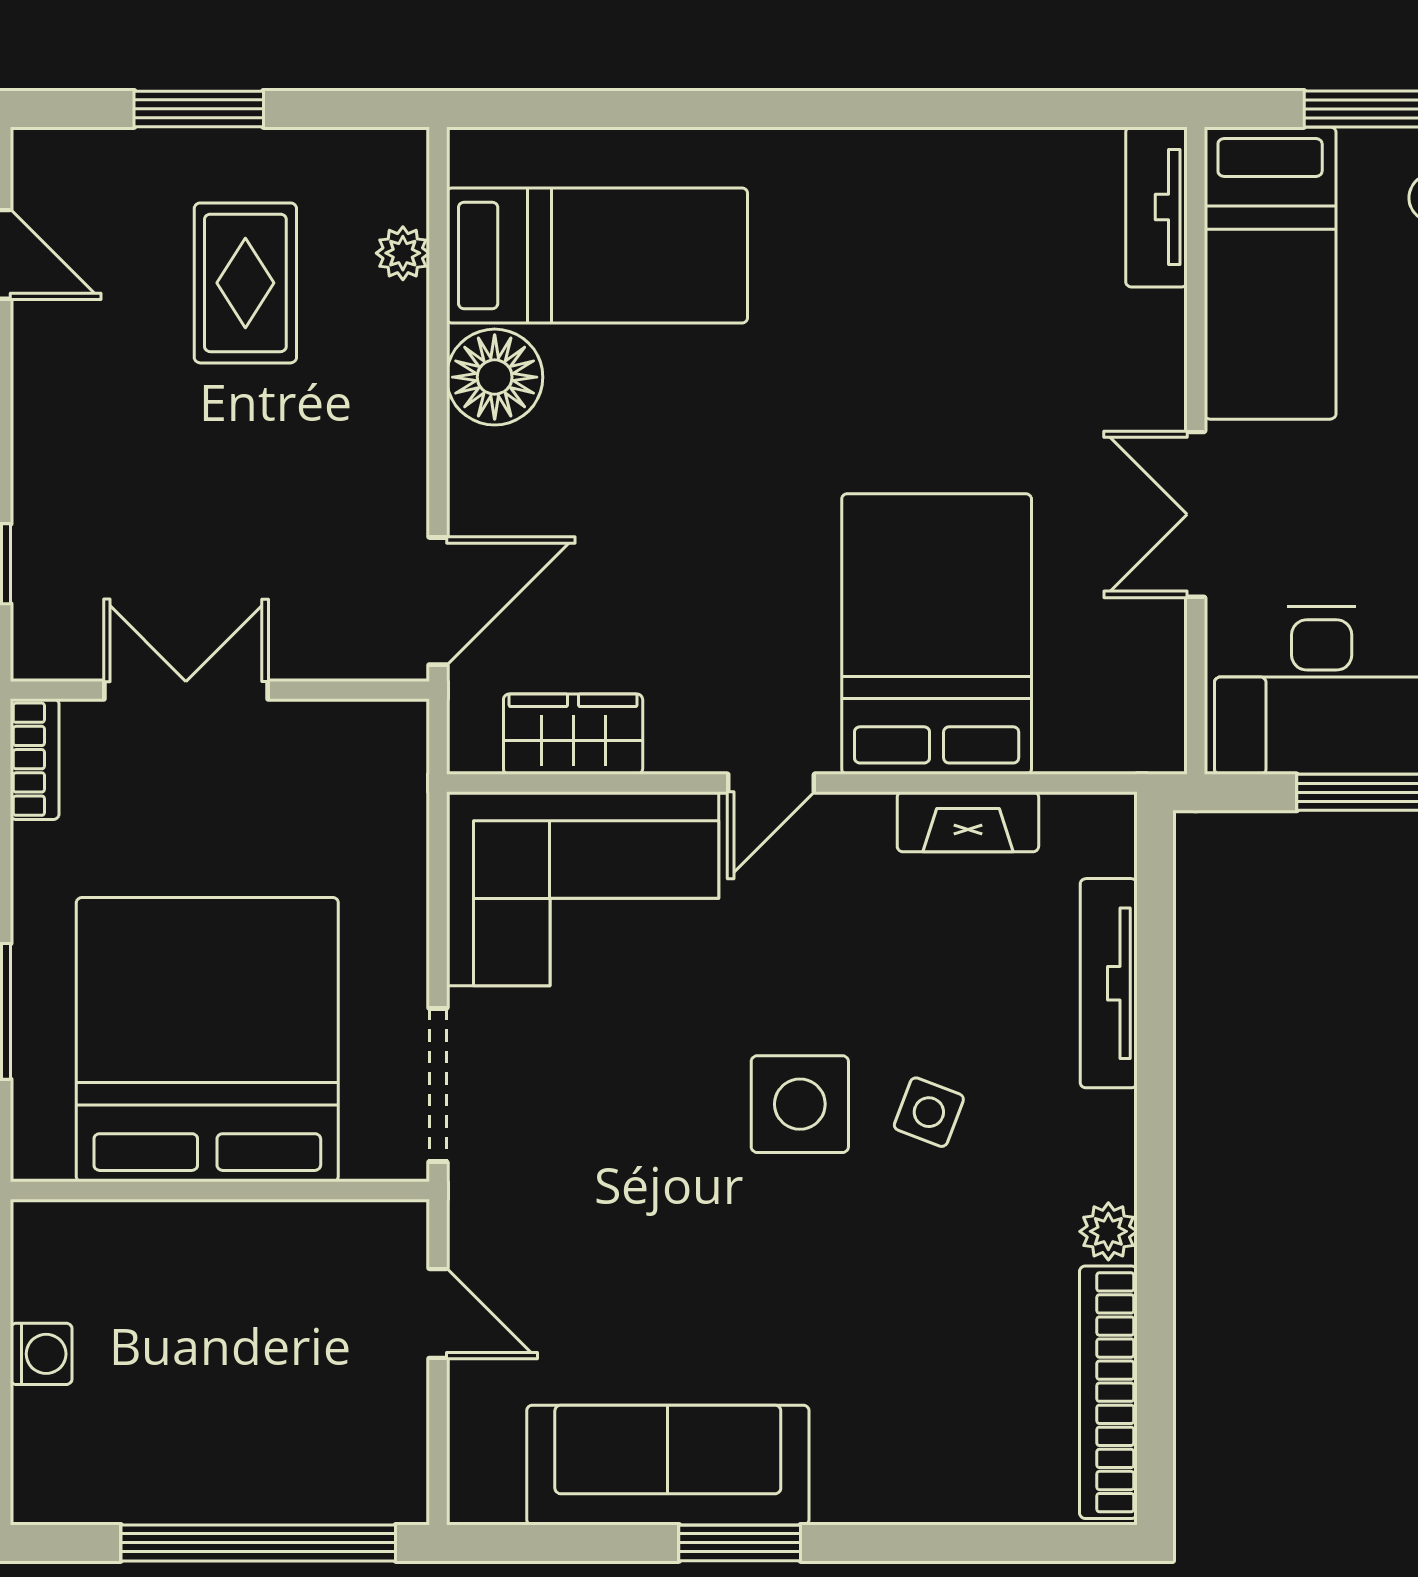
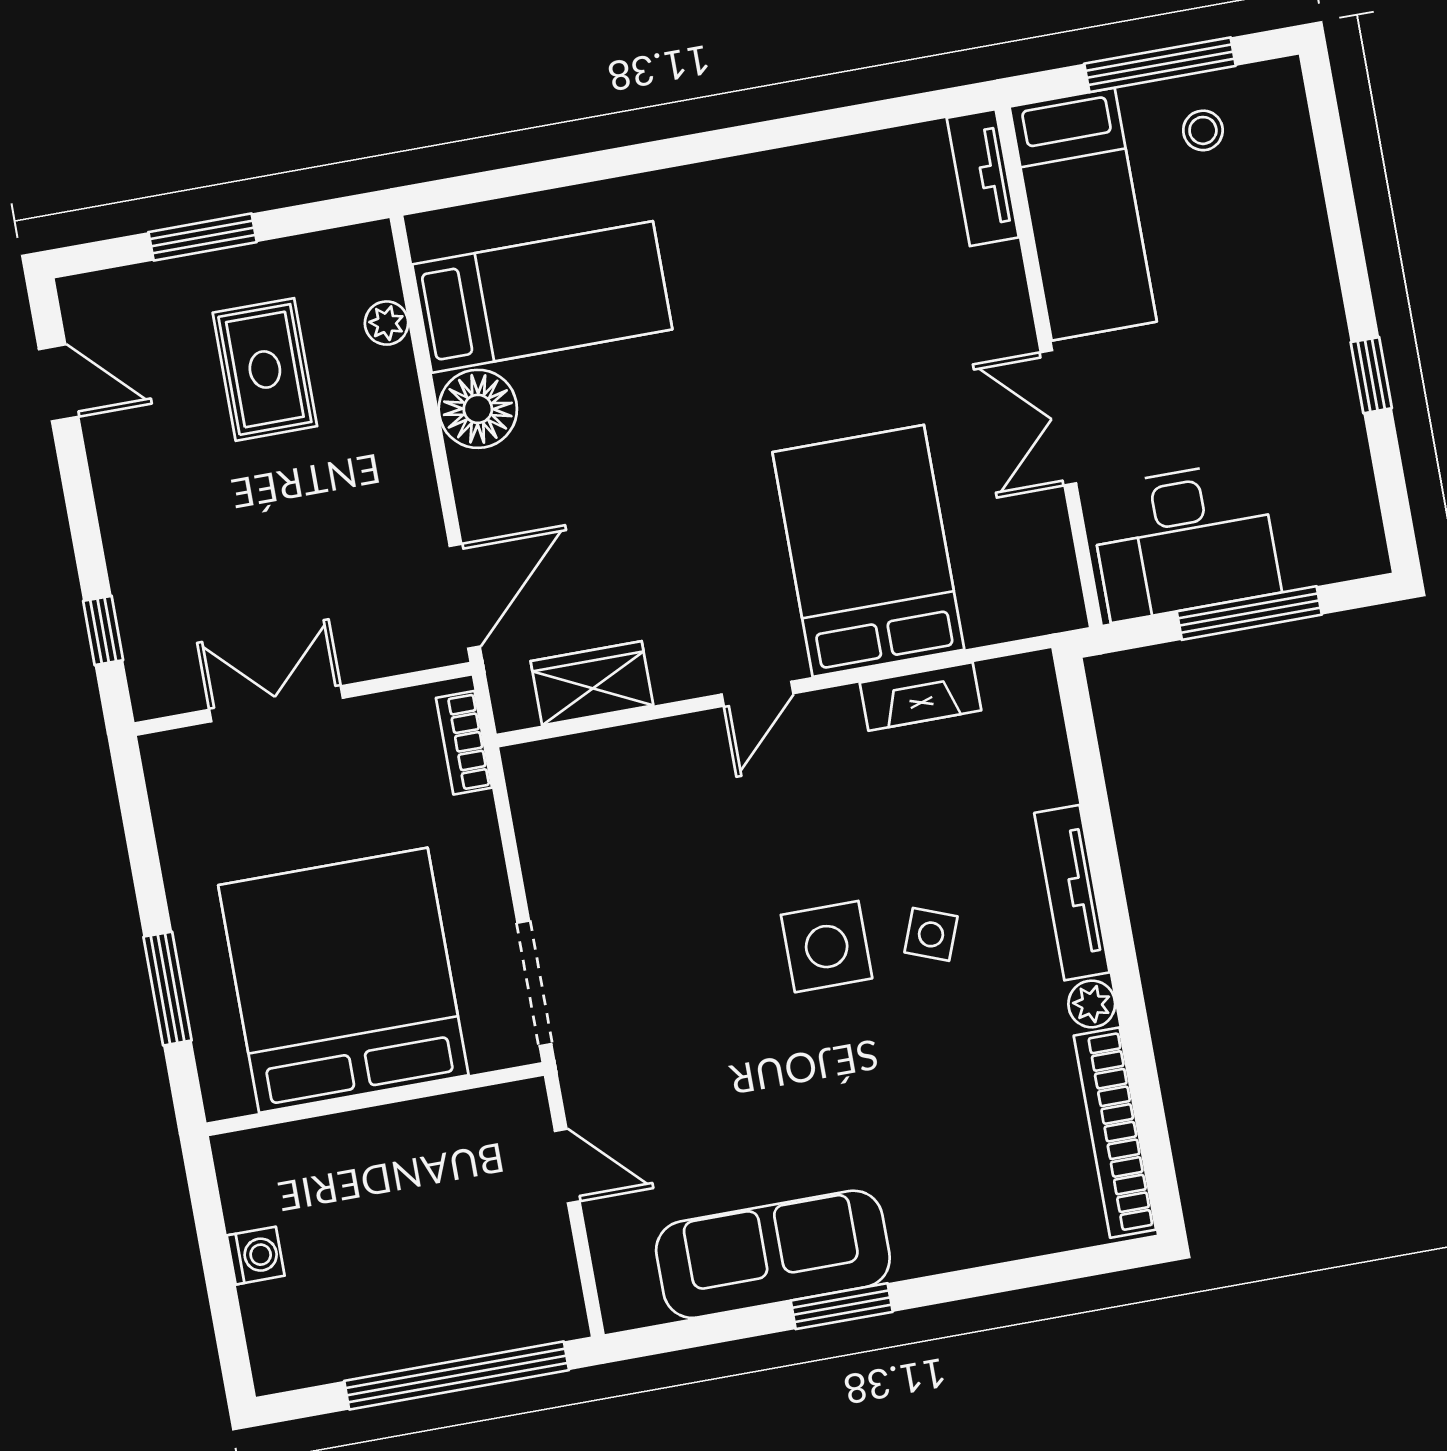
bookcase: (35, 759) -> (464, 743), moved, turned 180
corner sofa: (583, 889) -> (622, 806), removed
tv unit: (1109, 983) -> (1072, 893), moved

